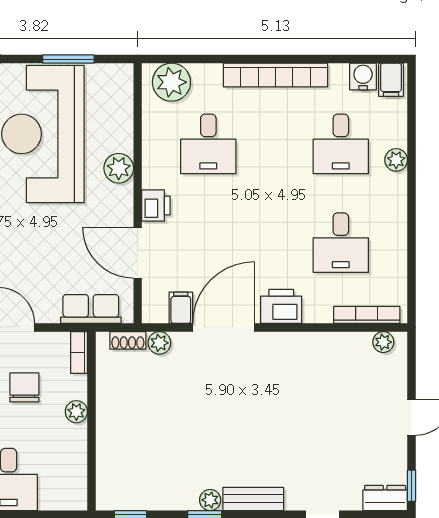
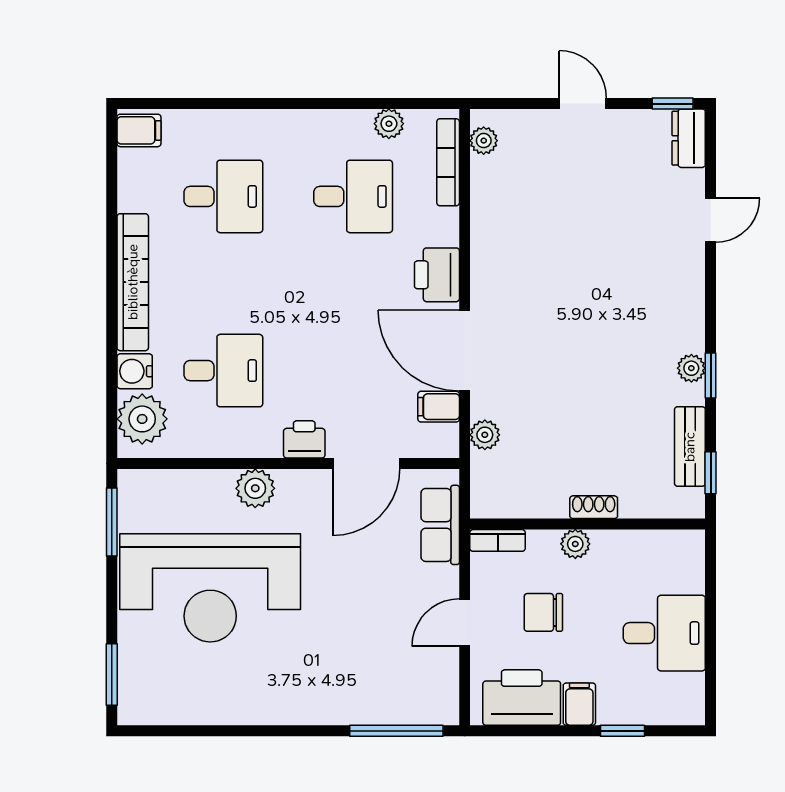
window: (68, 59) -> (112, 522), moved
water cooler: (363, 76) -> (135, 371), moved
plant: (396, 160) -> (389, 124), moved
shoe rack: (128, 340) -> (594, 507), moved, turned -90
bench: (253, 499) -> (690, 447), moved

